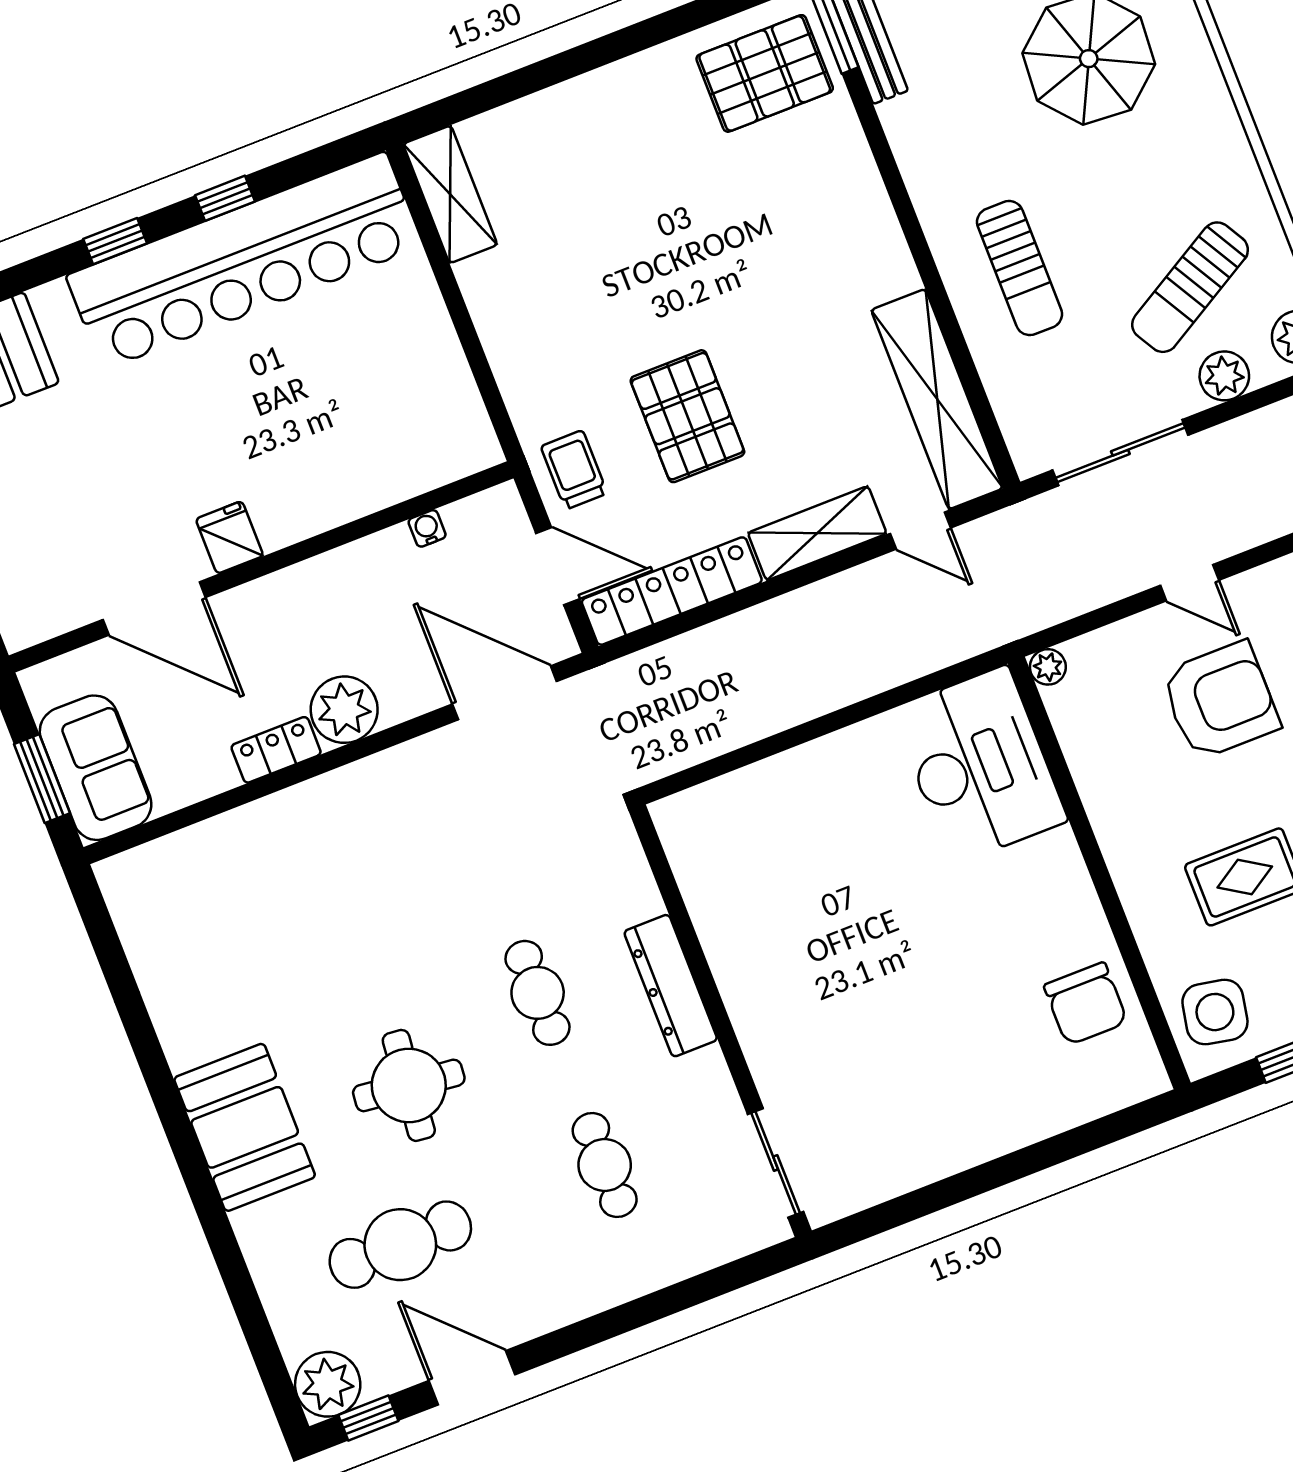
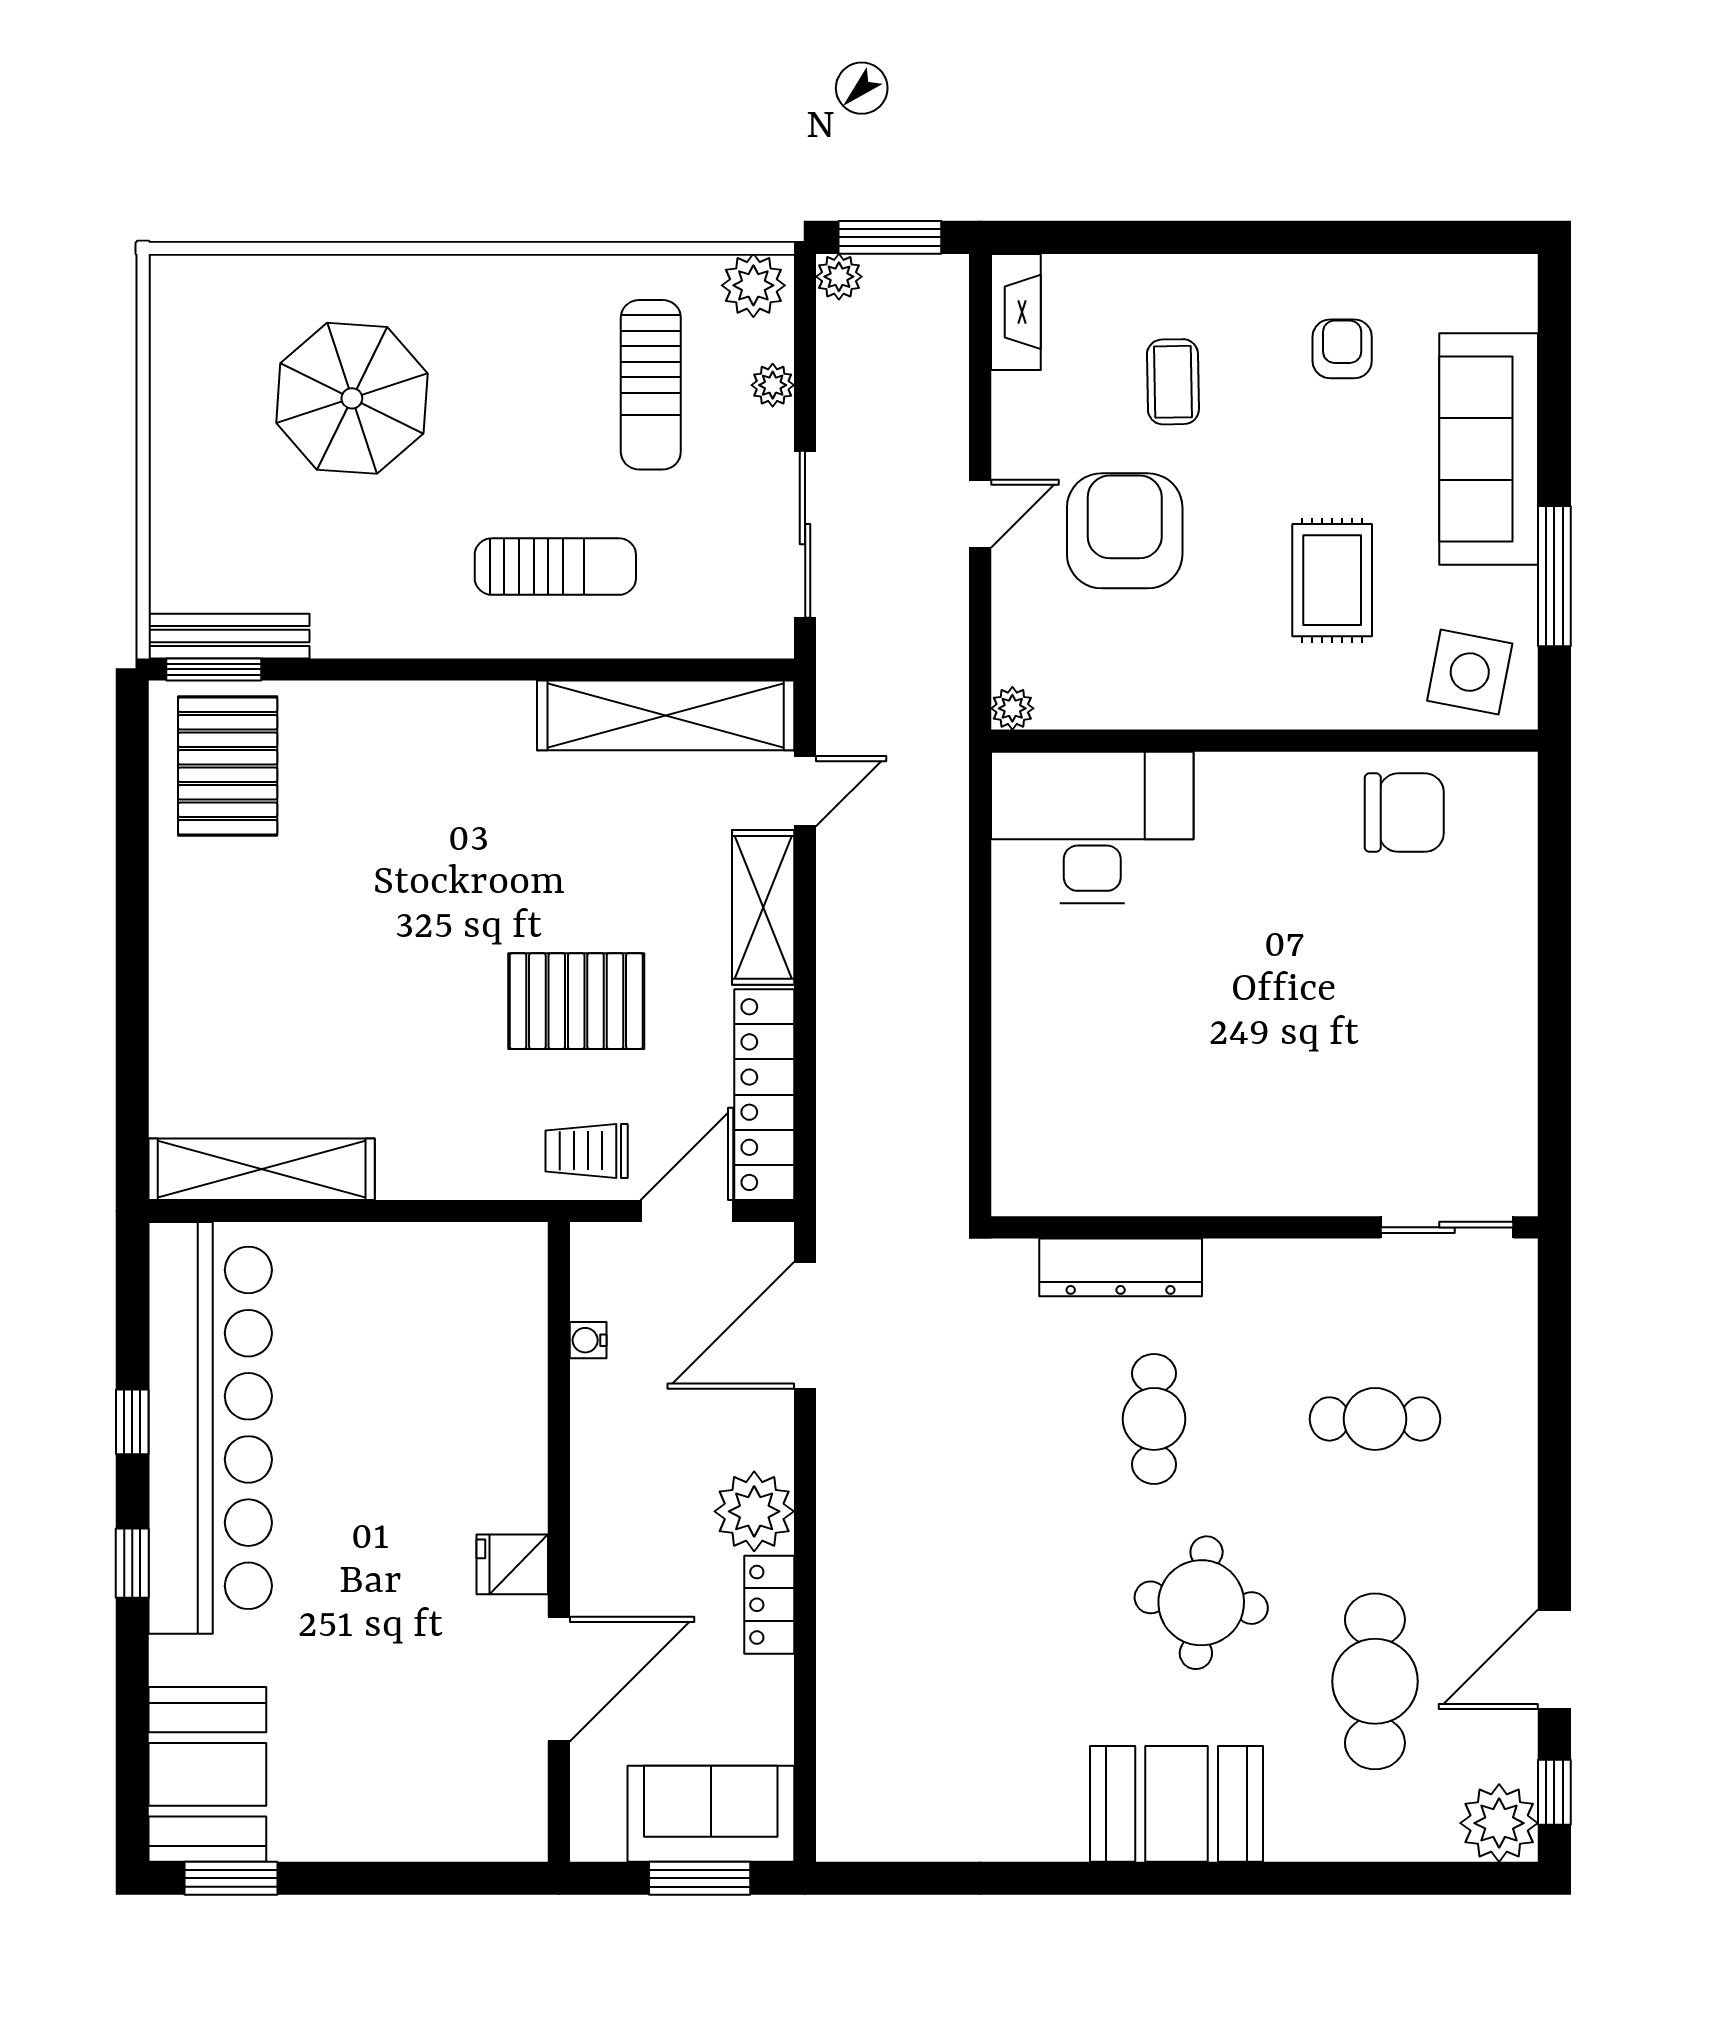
shelving: (450, 194) -> (262, 1169), width x1.47
sun lounger: (1190, 287) -> (651, 385), turned 30
plant: (1224, 376) -> (773, 385), width x0.73, depth x0.73
dresser: (671, 986) -> (1121, 1267), moved
cafe table: (538, 993) -> (1154, 1419), turned 90

